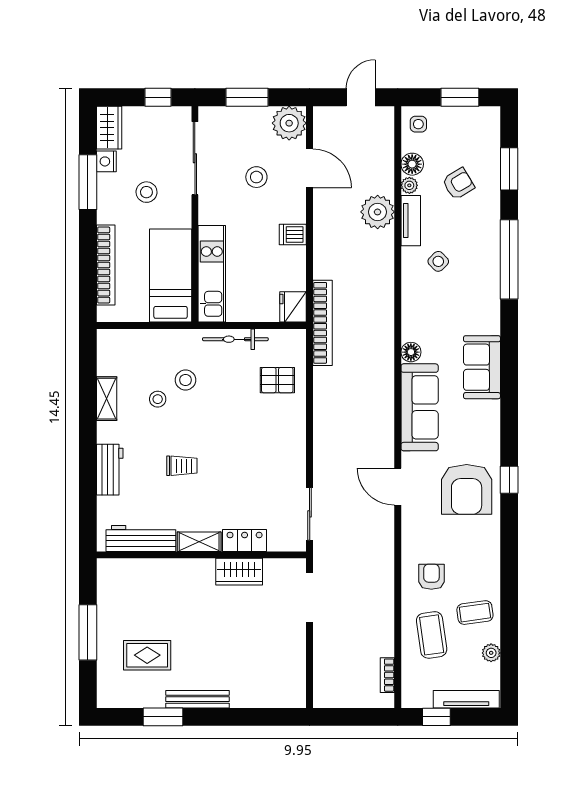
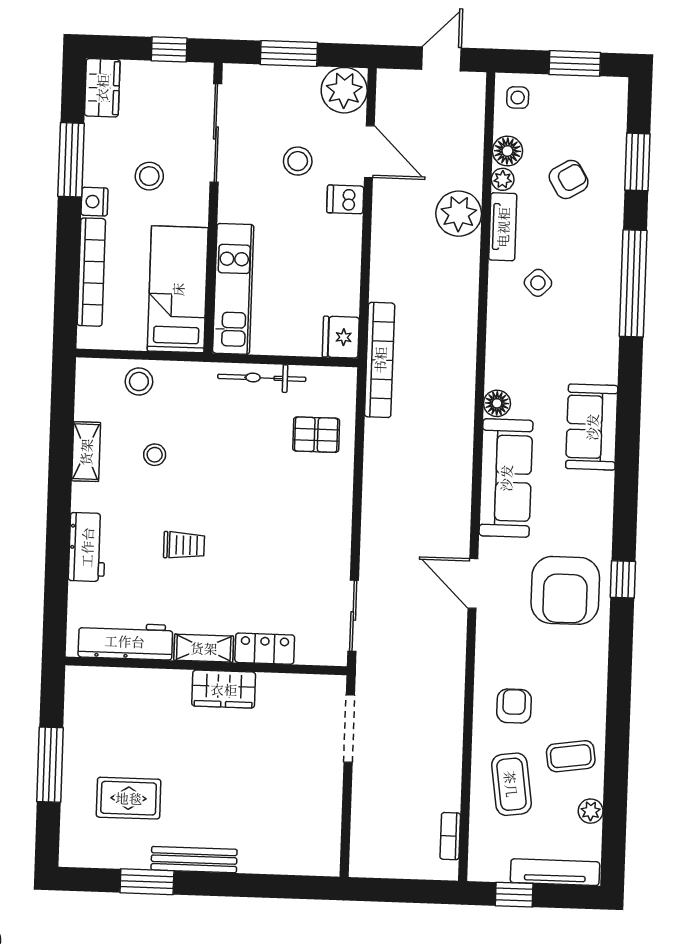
nightstand: (106, 161) -> (95, 202), moved
dishwasher: (293, 234) -> (345, 199), moved
stool: (186, 380) -> (139, 381), moved
wardrobe: (239, 572) -> (224, 689), moved

